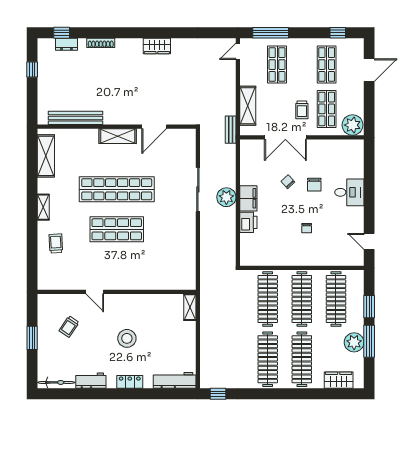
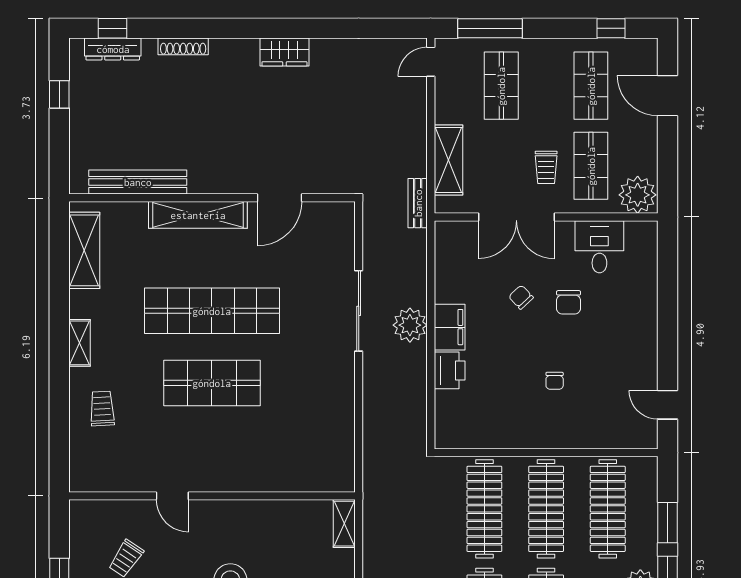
dresser: (66, 44) -> (113, 49), width x1.44
door: (369, 70) -> (667, 96), swing flipped
shelving: (118, 136) -> (198, 215), width x1.47
desk: (349, 192) -> (599, 247), moved, turned -90

